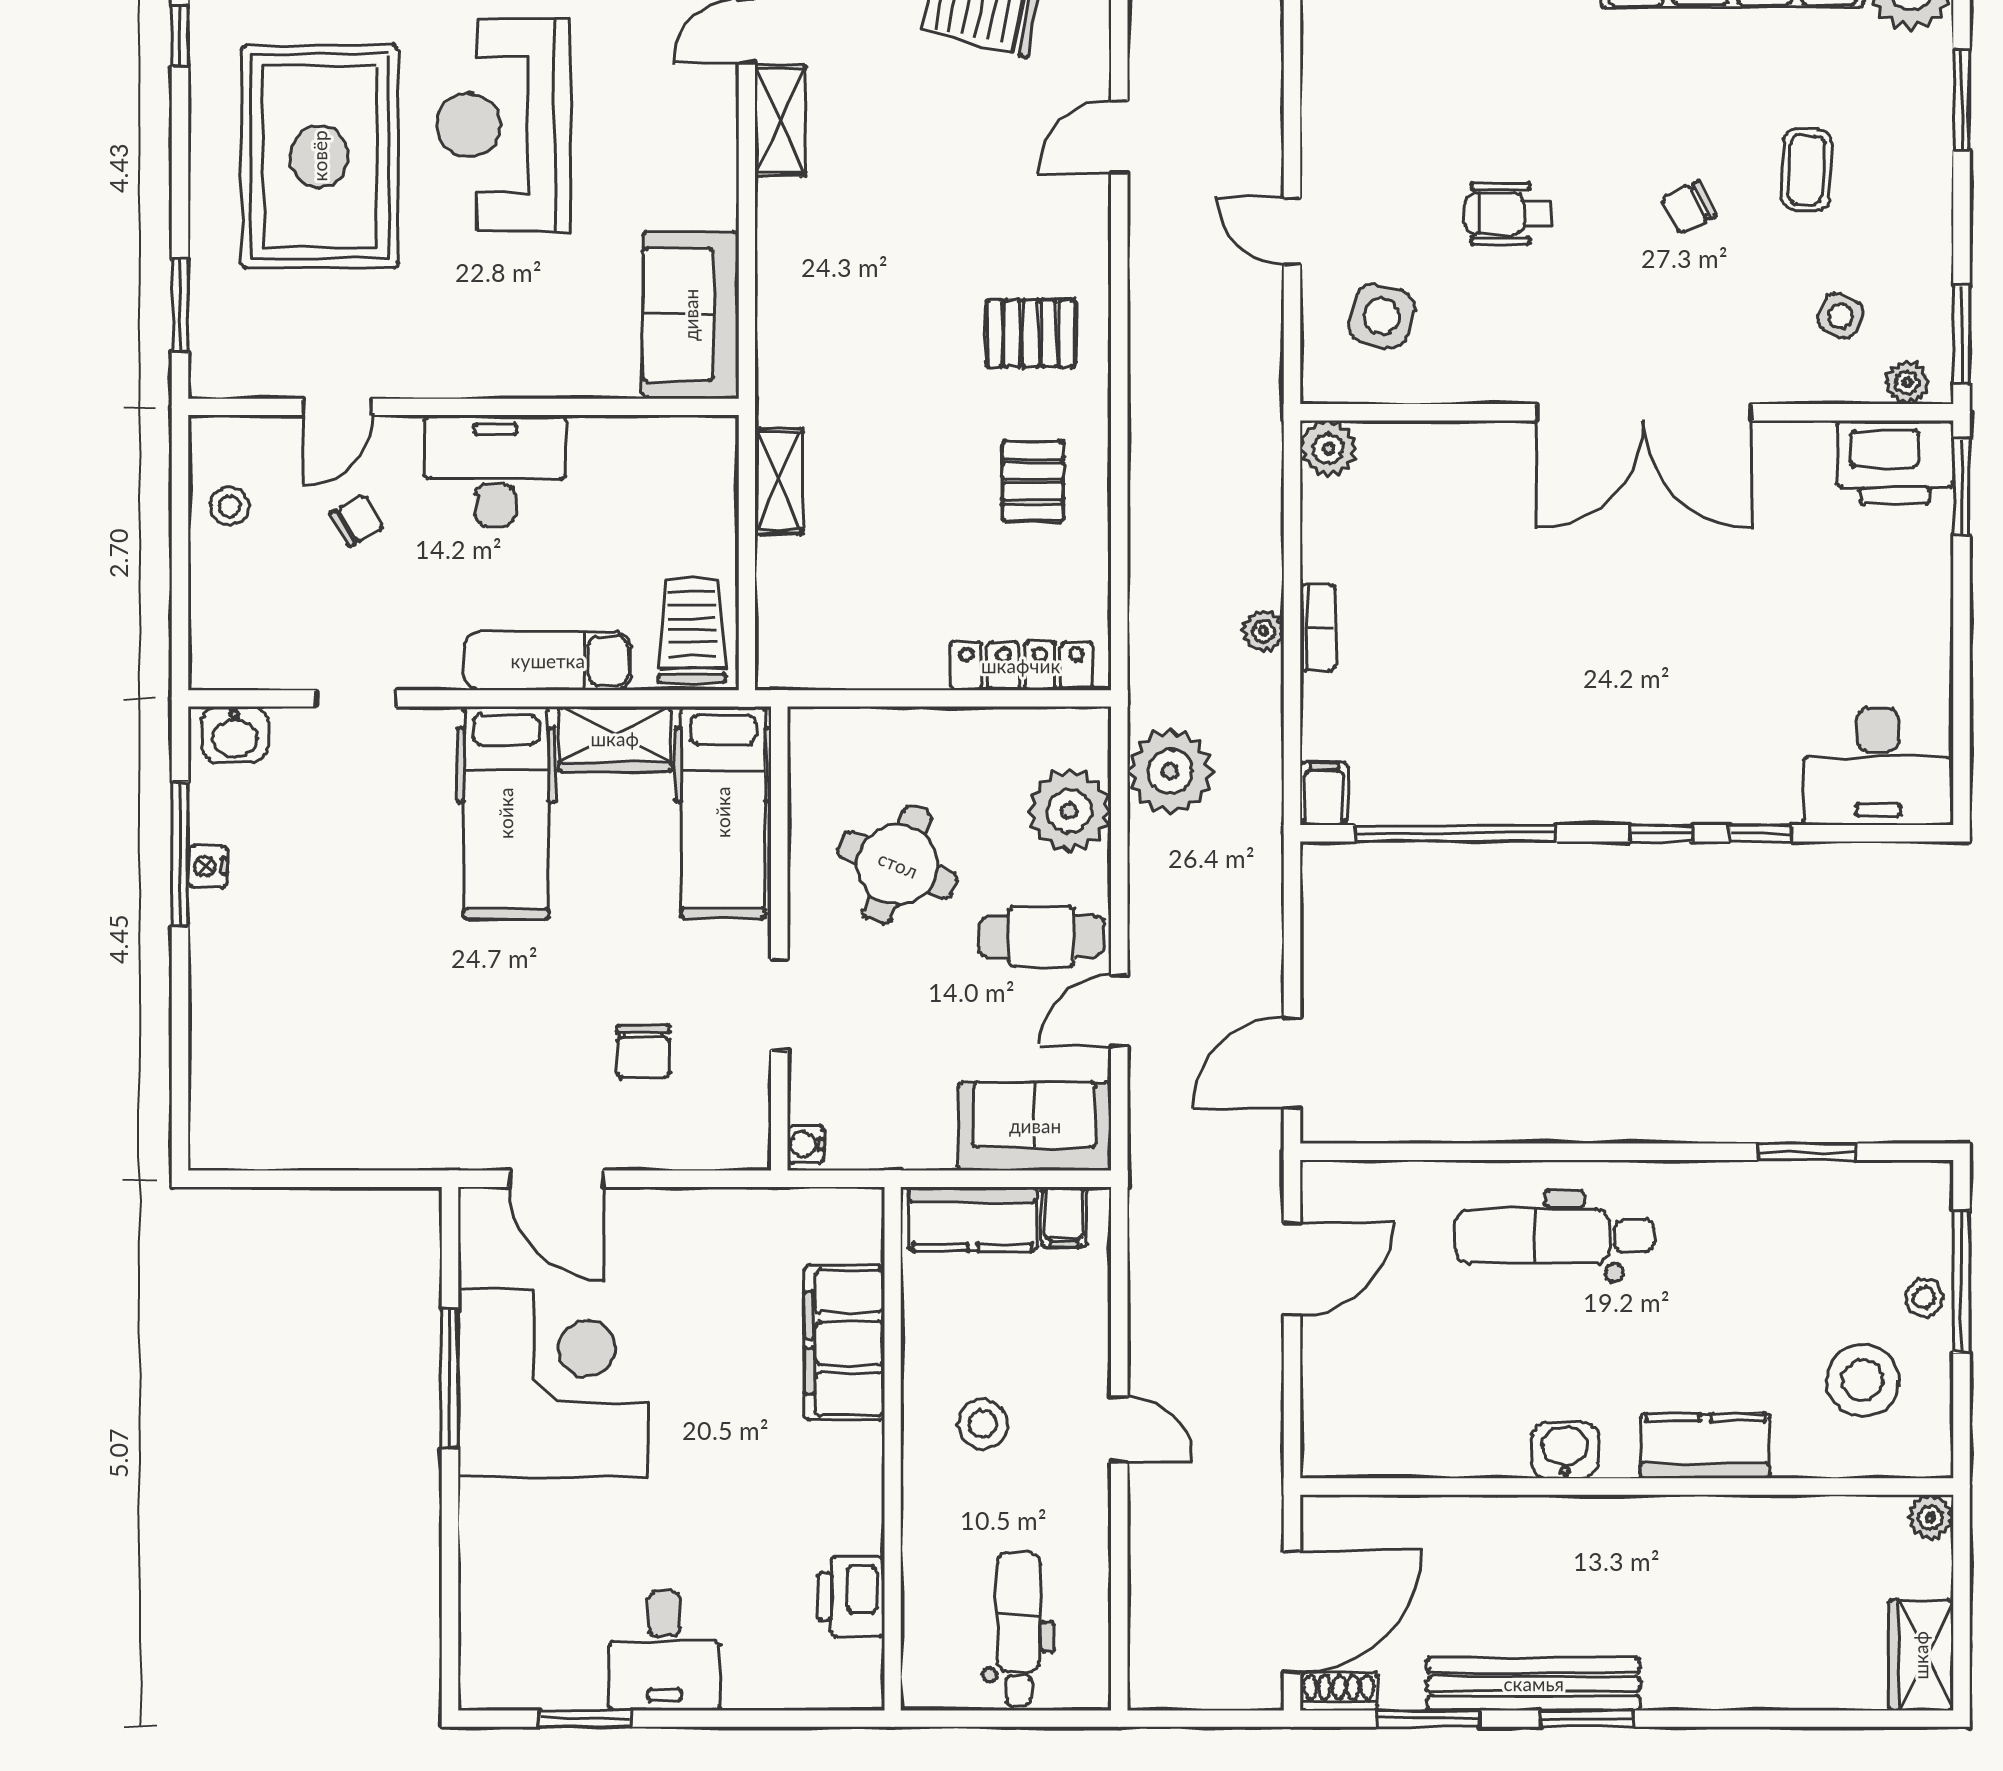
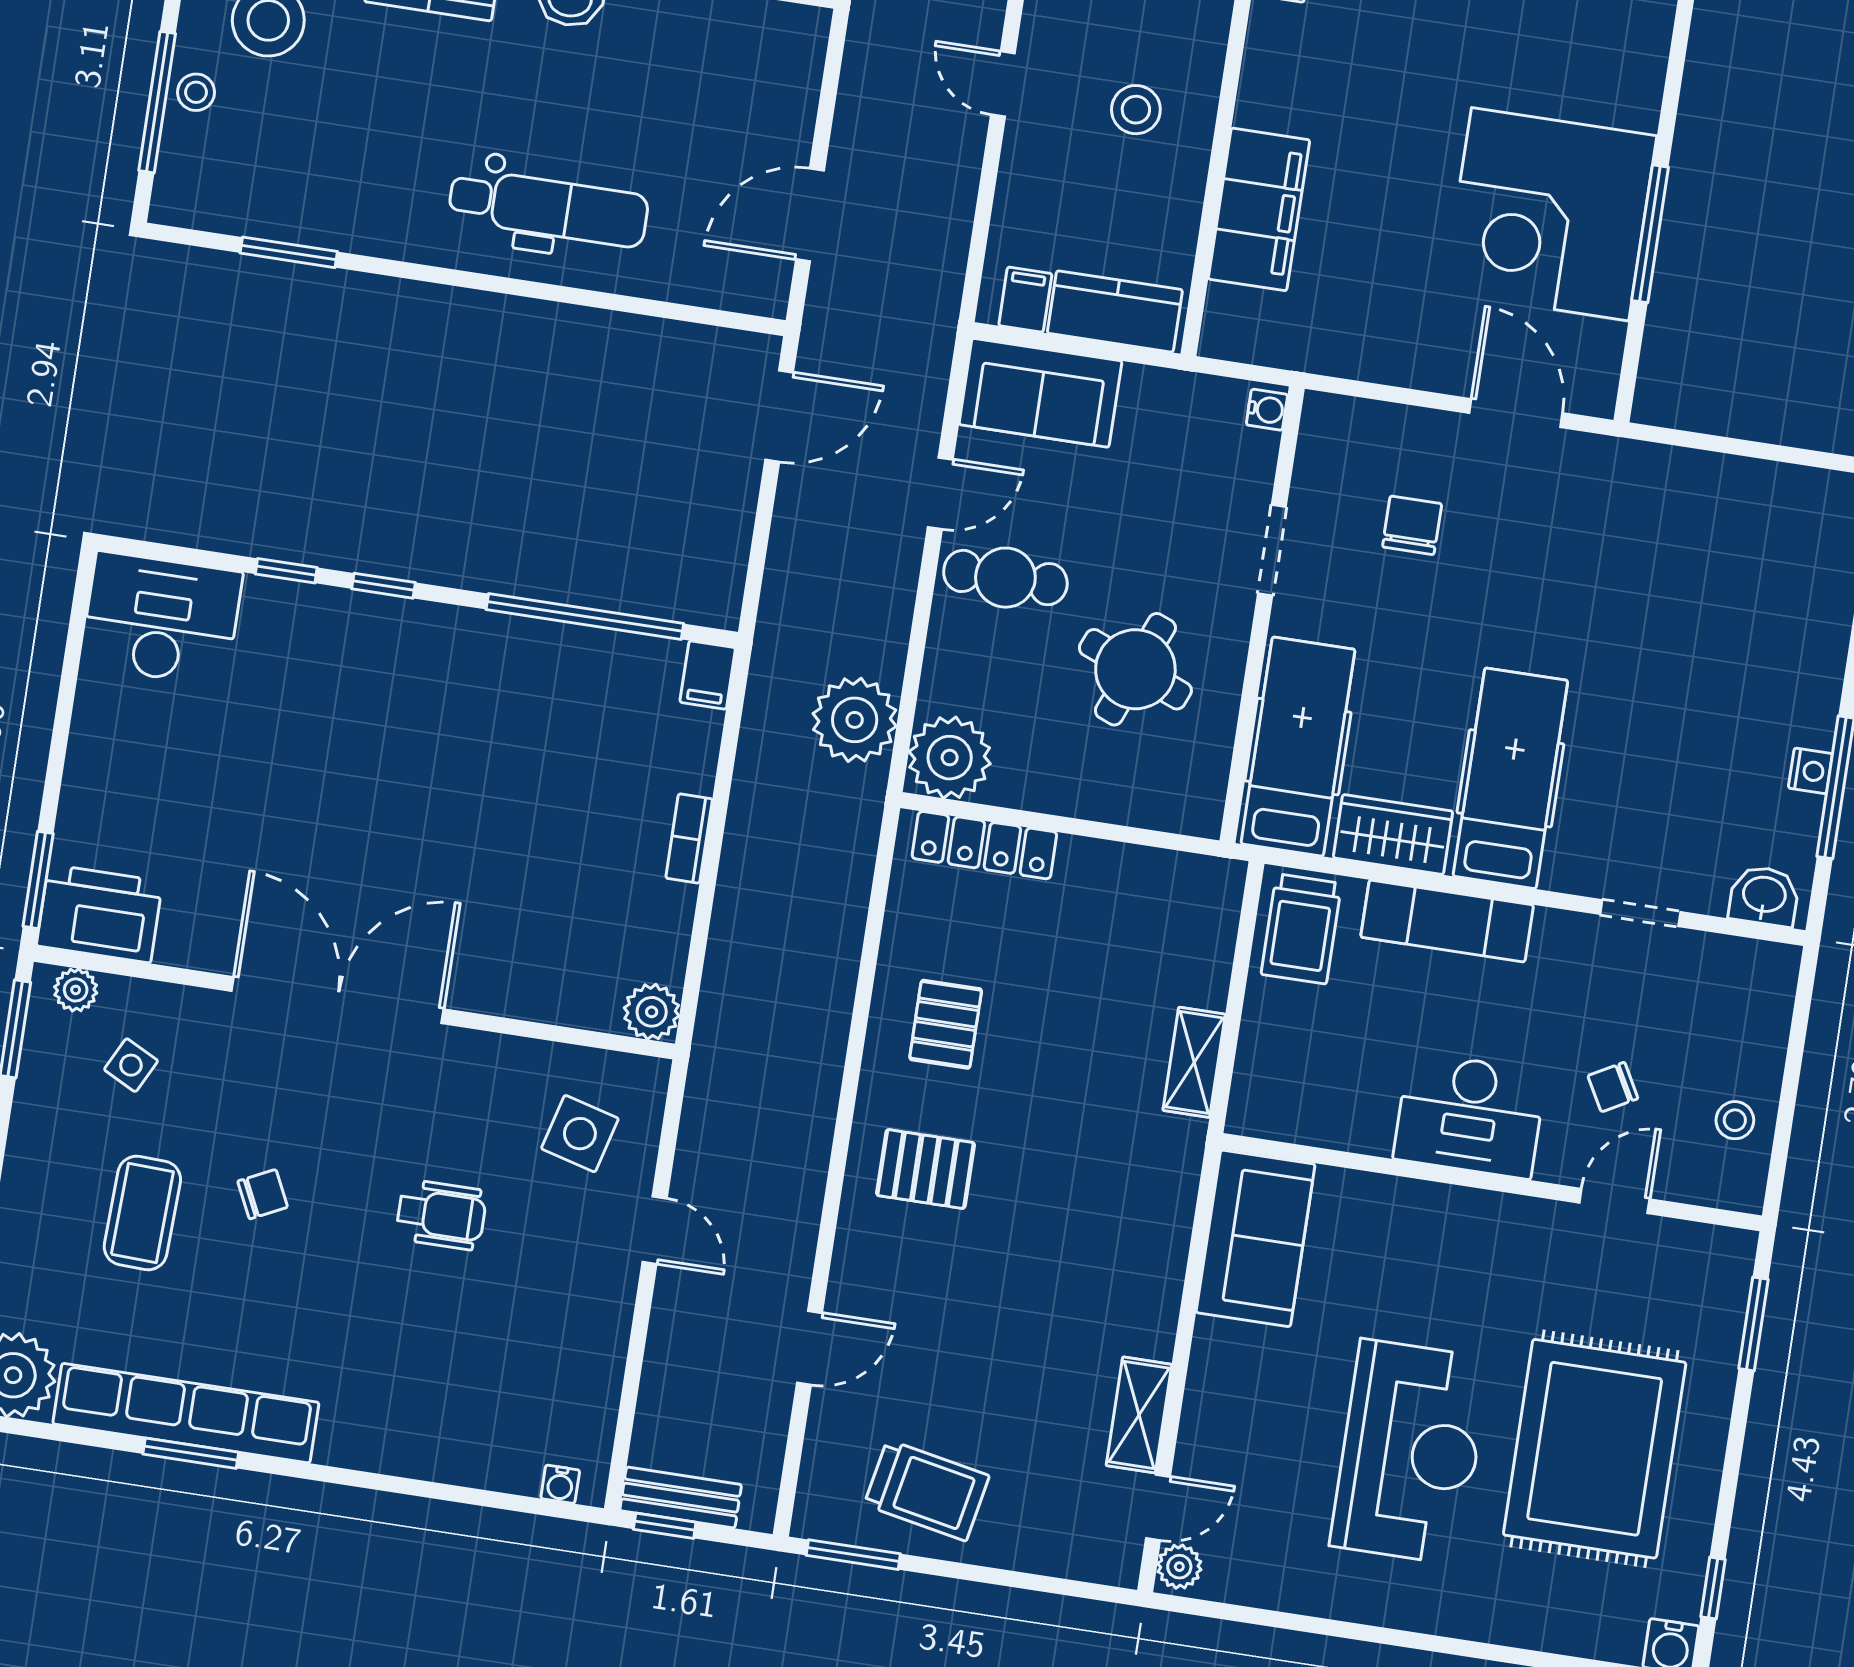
coffee table: (1806, 170) -> (142, 1213), width x1.36, depth x1.30
plant: (1263, 631) -> (742, 843), removed
plant: (1070, 811) -> (950, 758), moved

